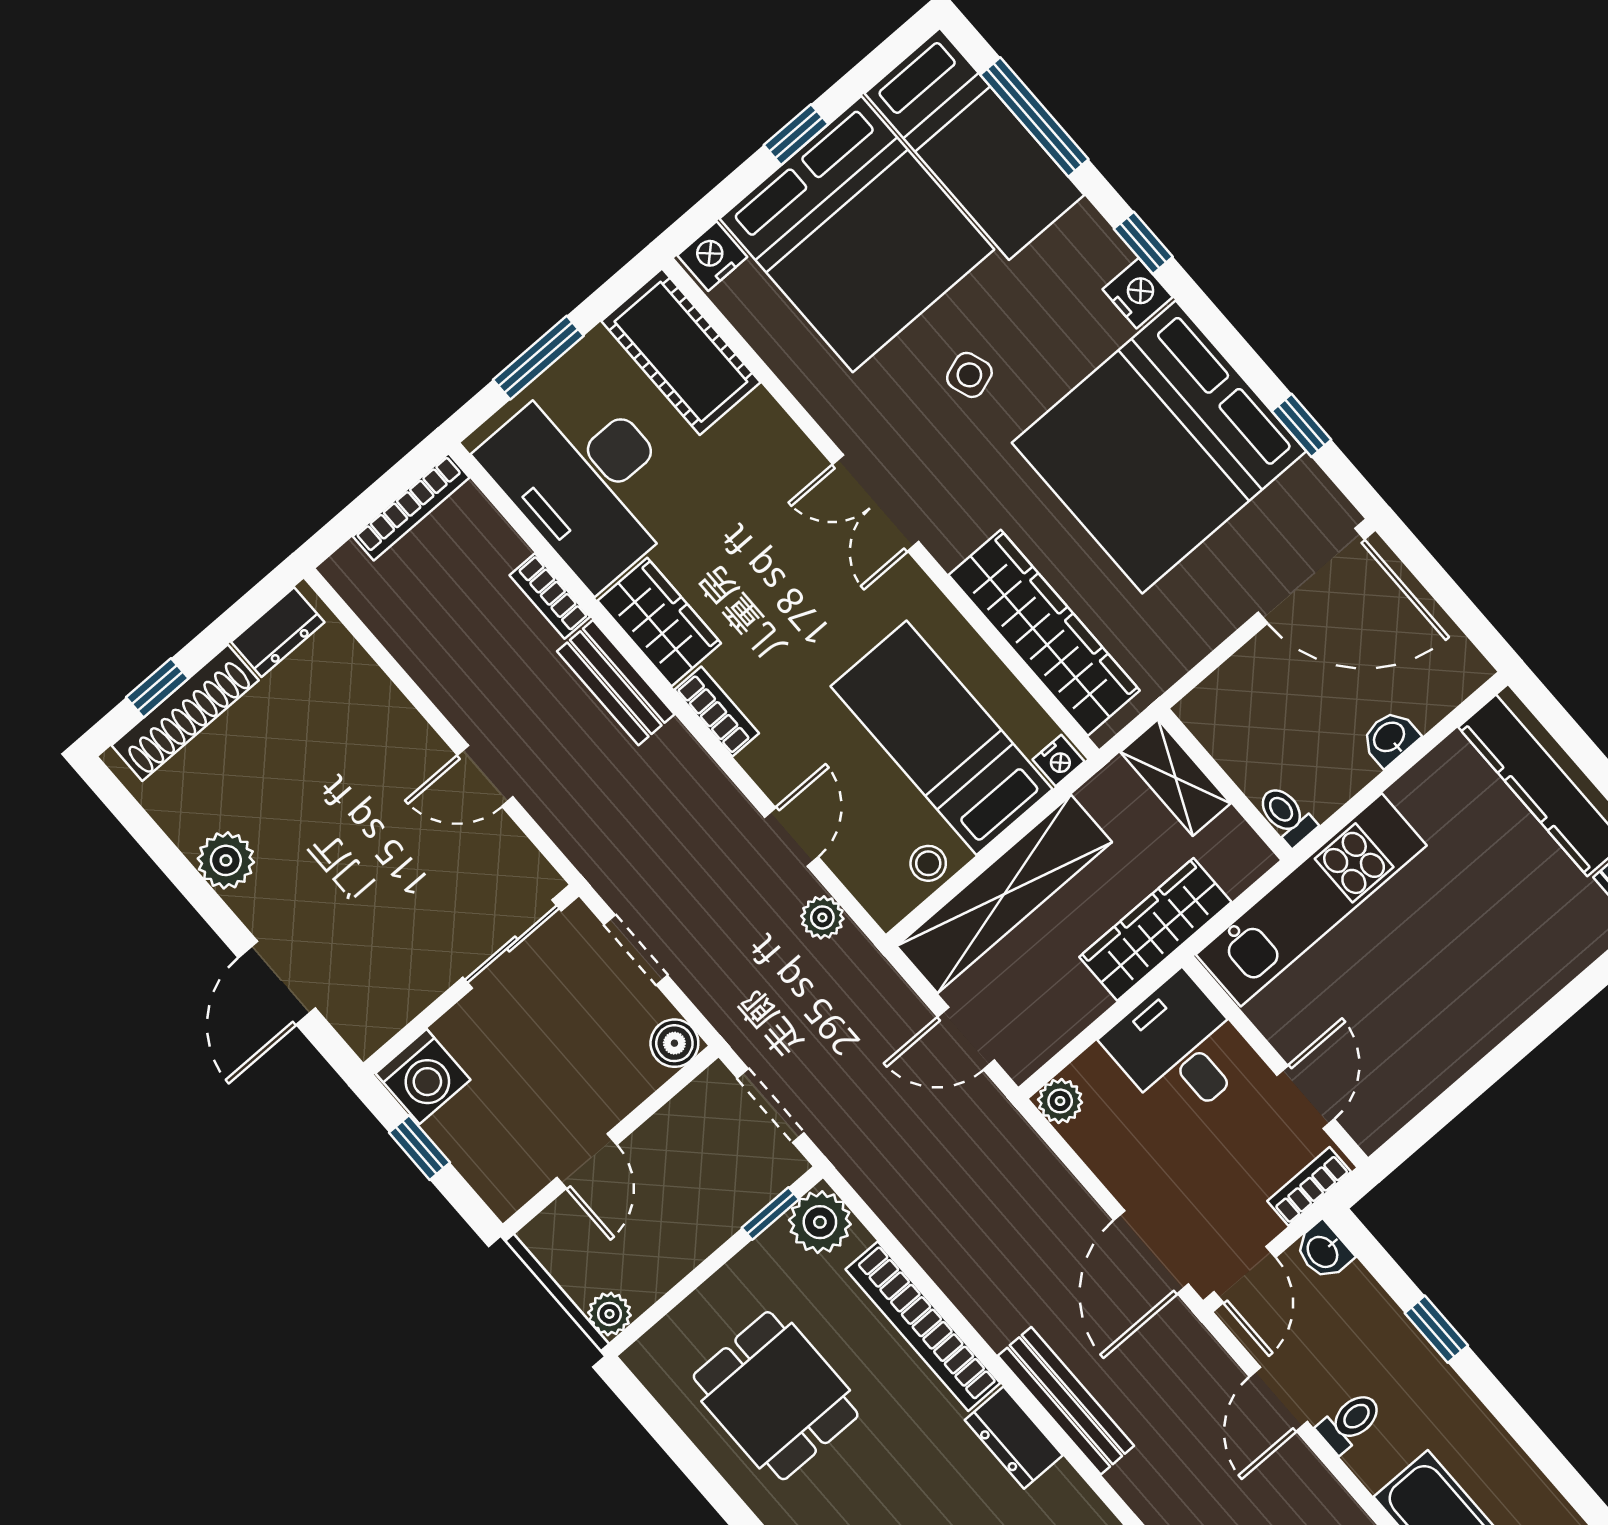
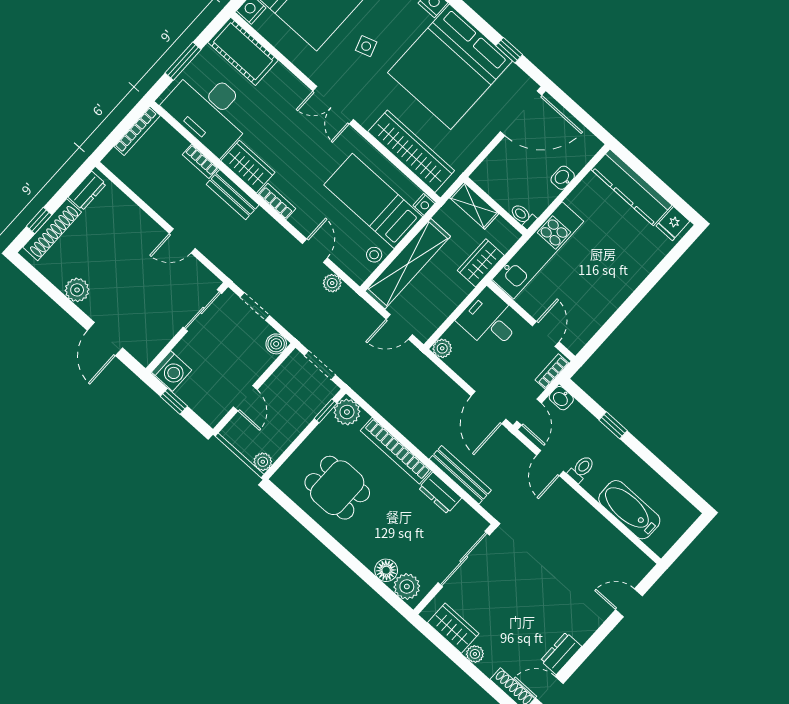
wardrobe: (1155, 929) -> (481, 263), width x0.67

